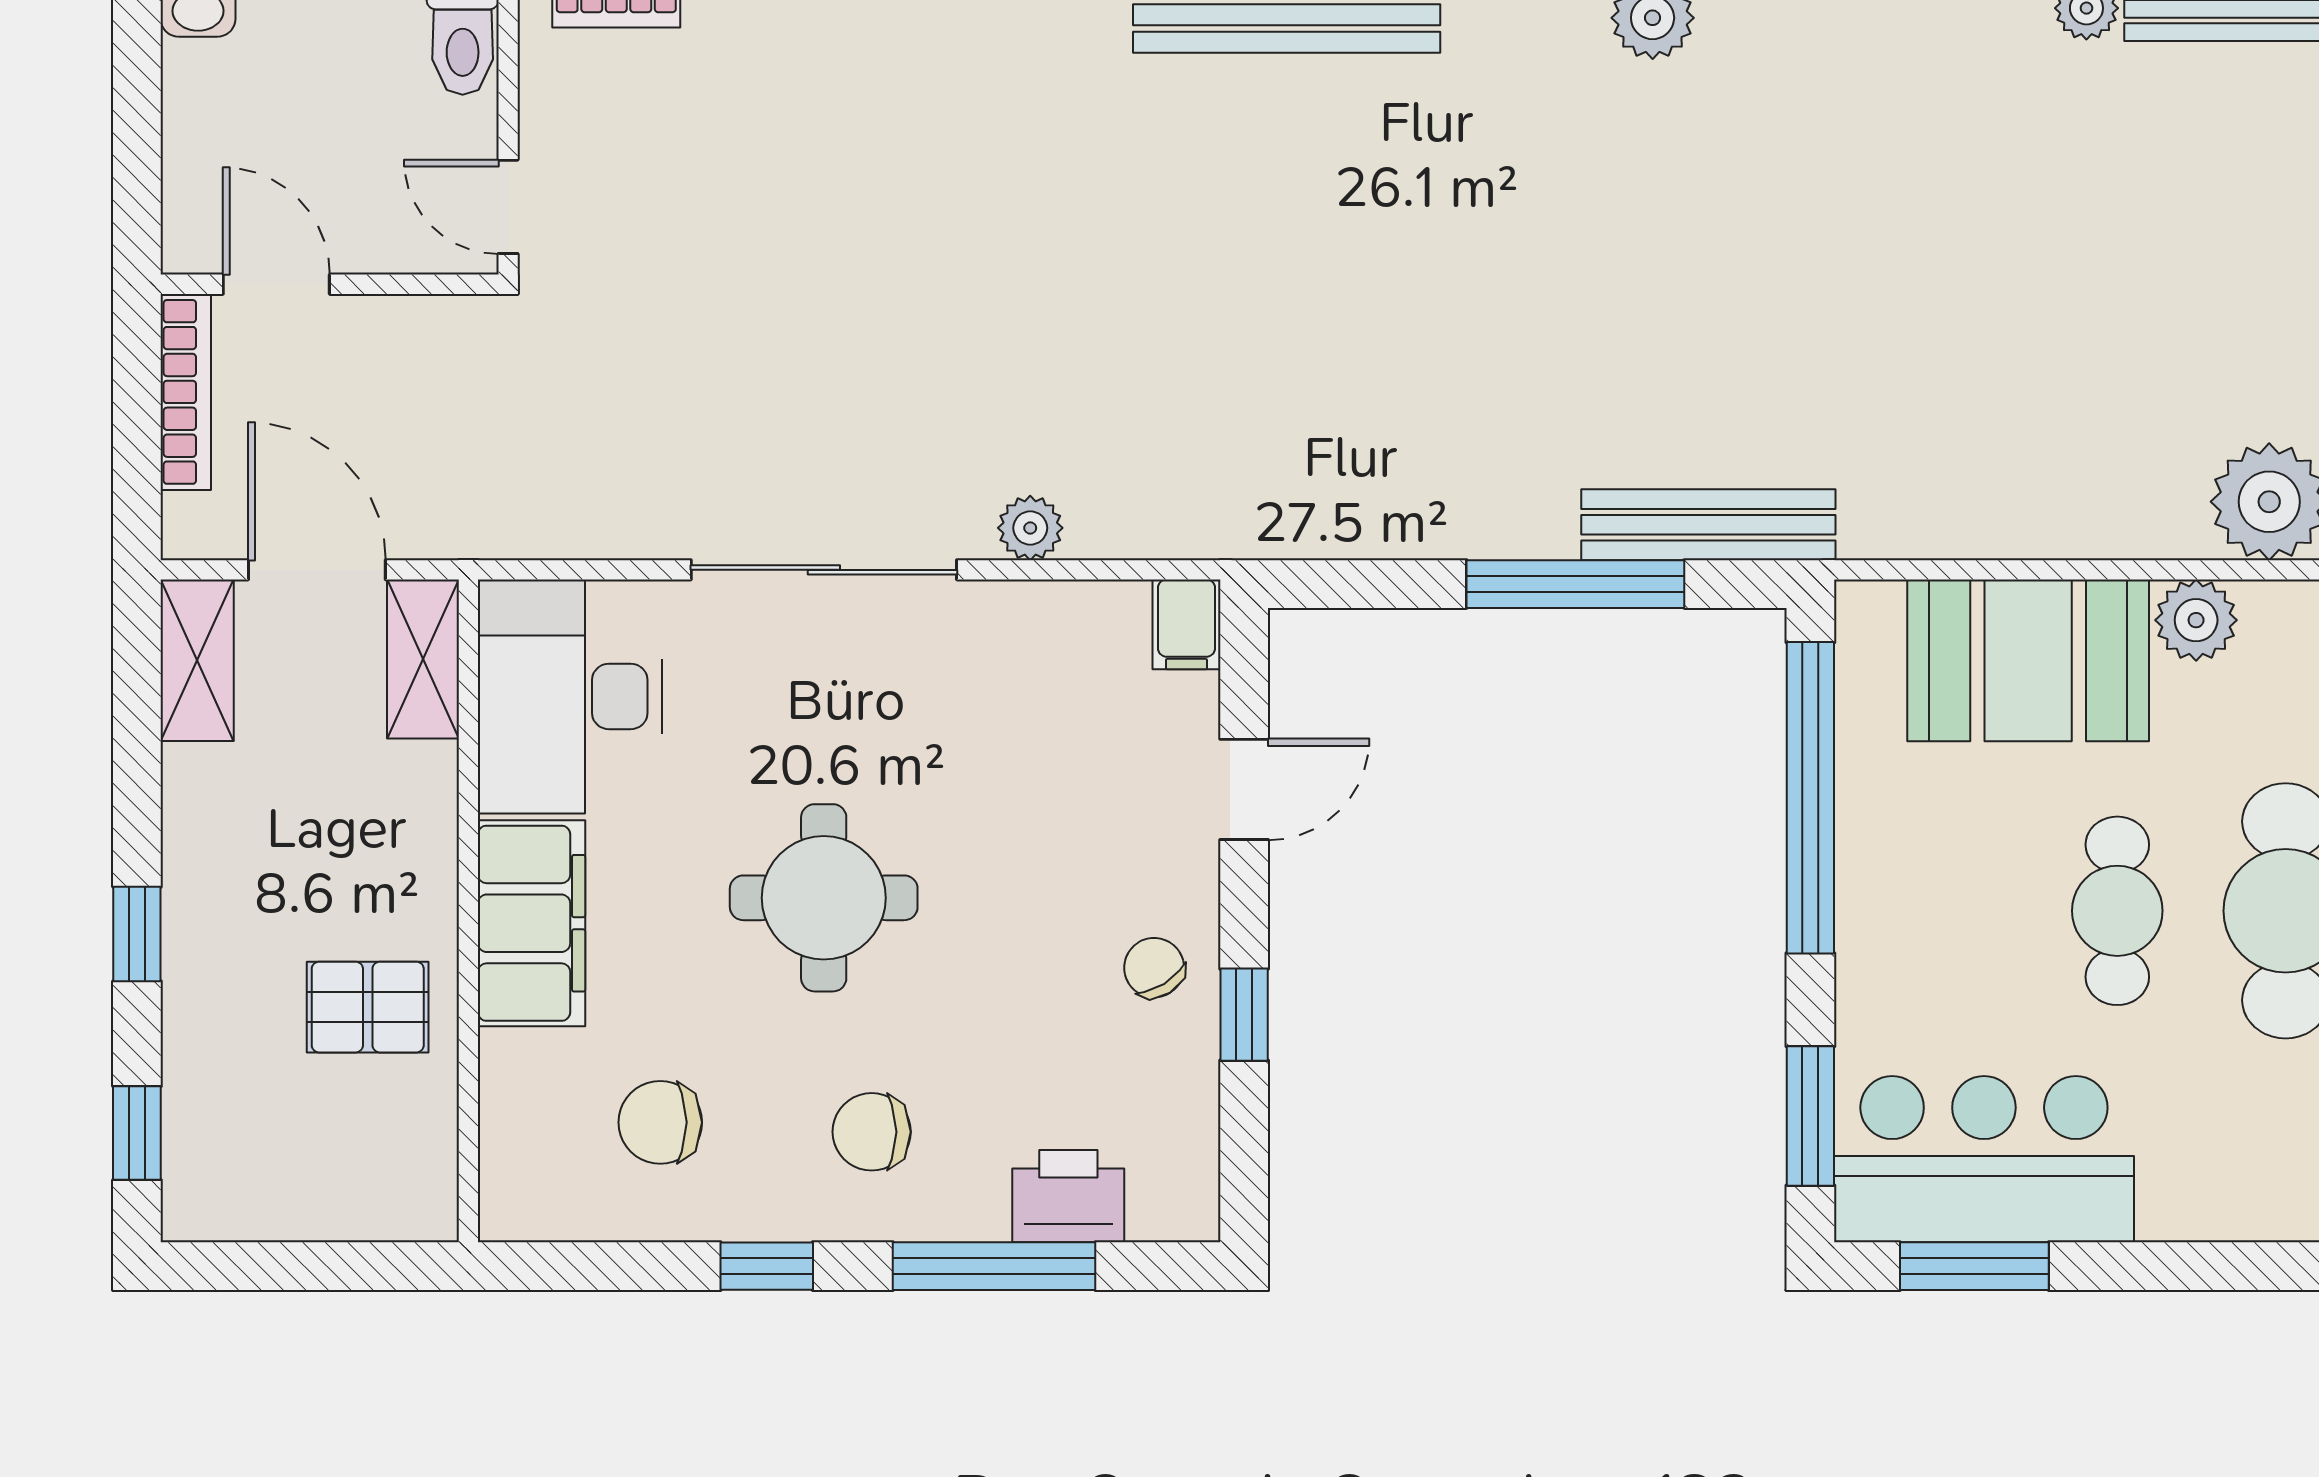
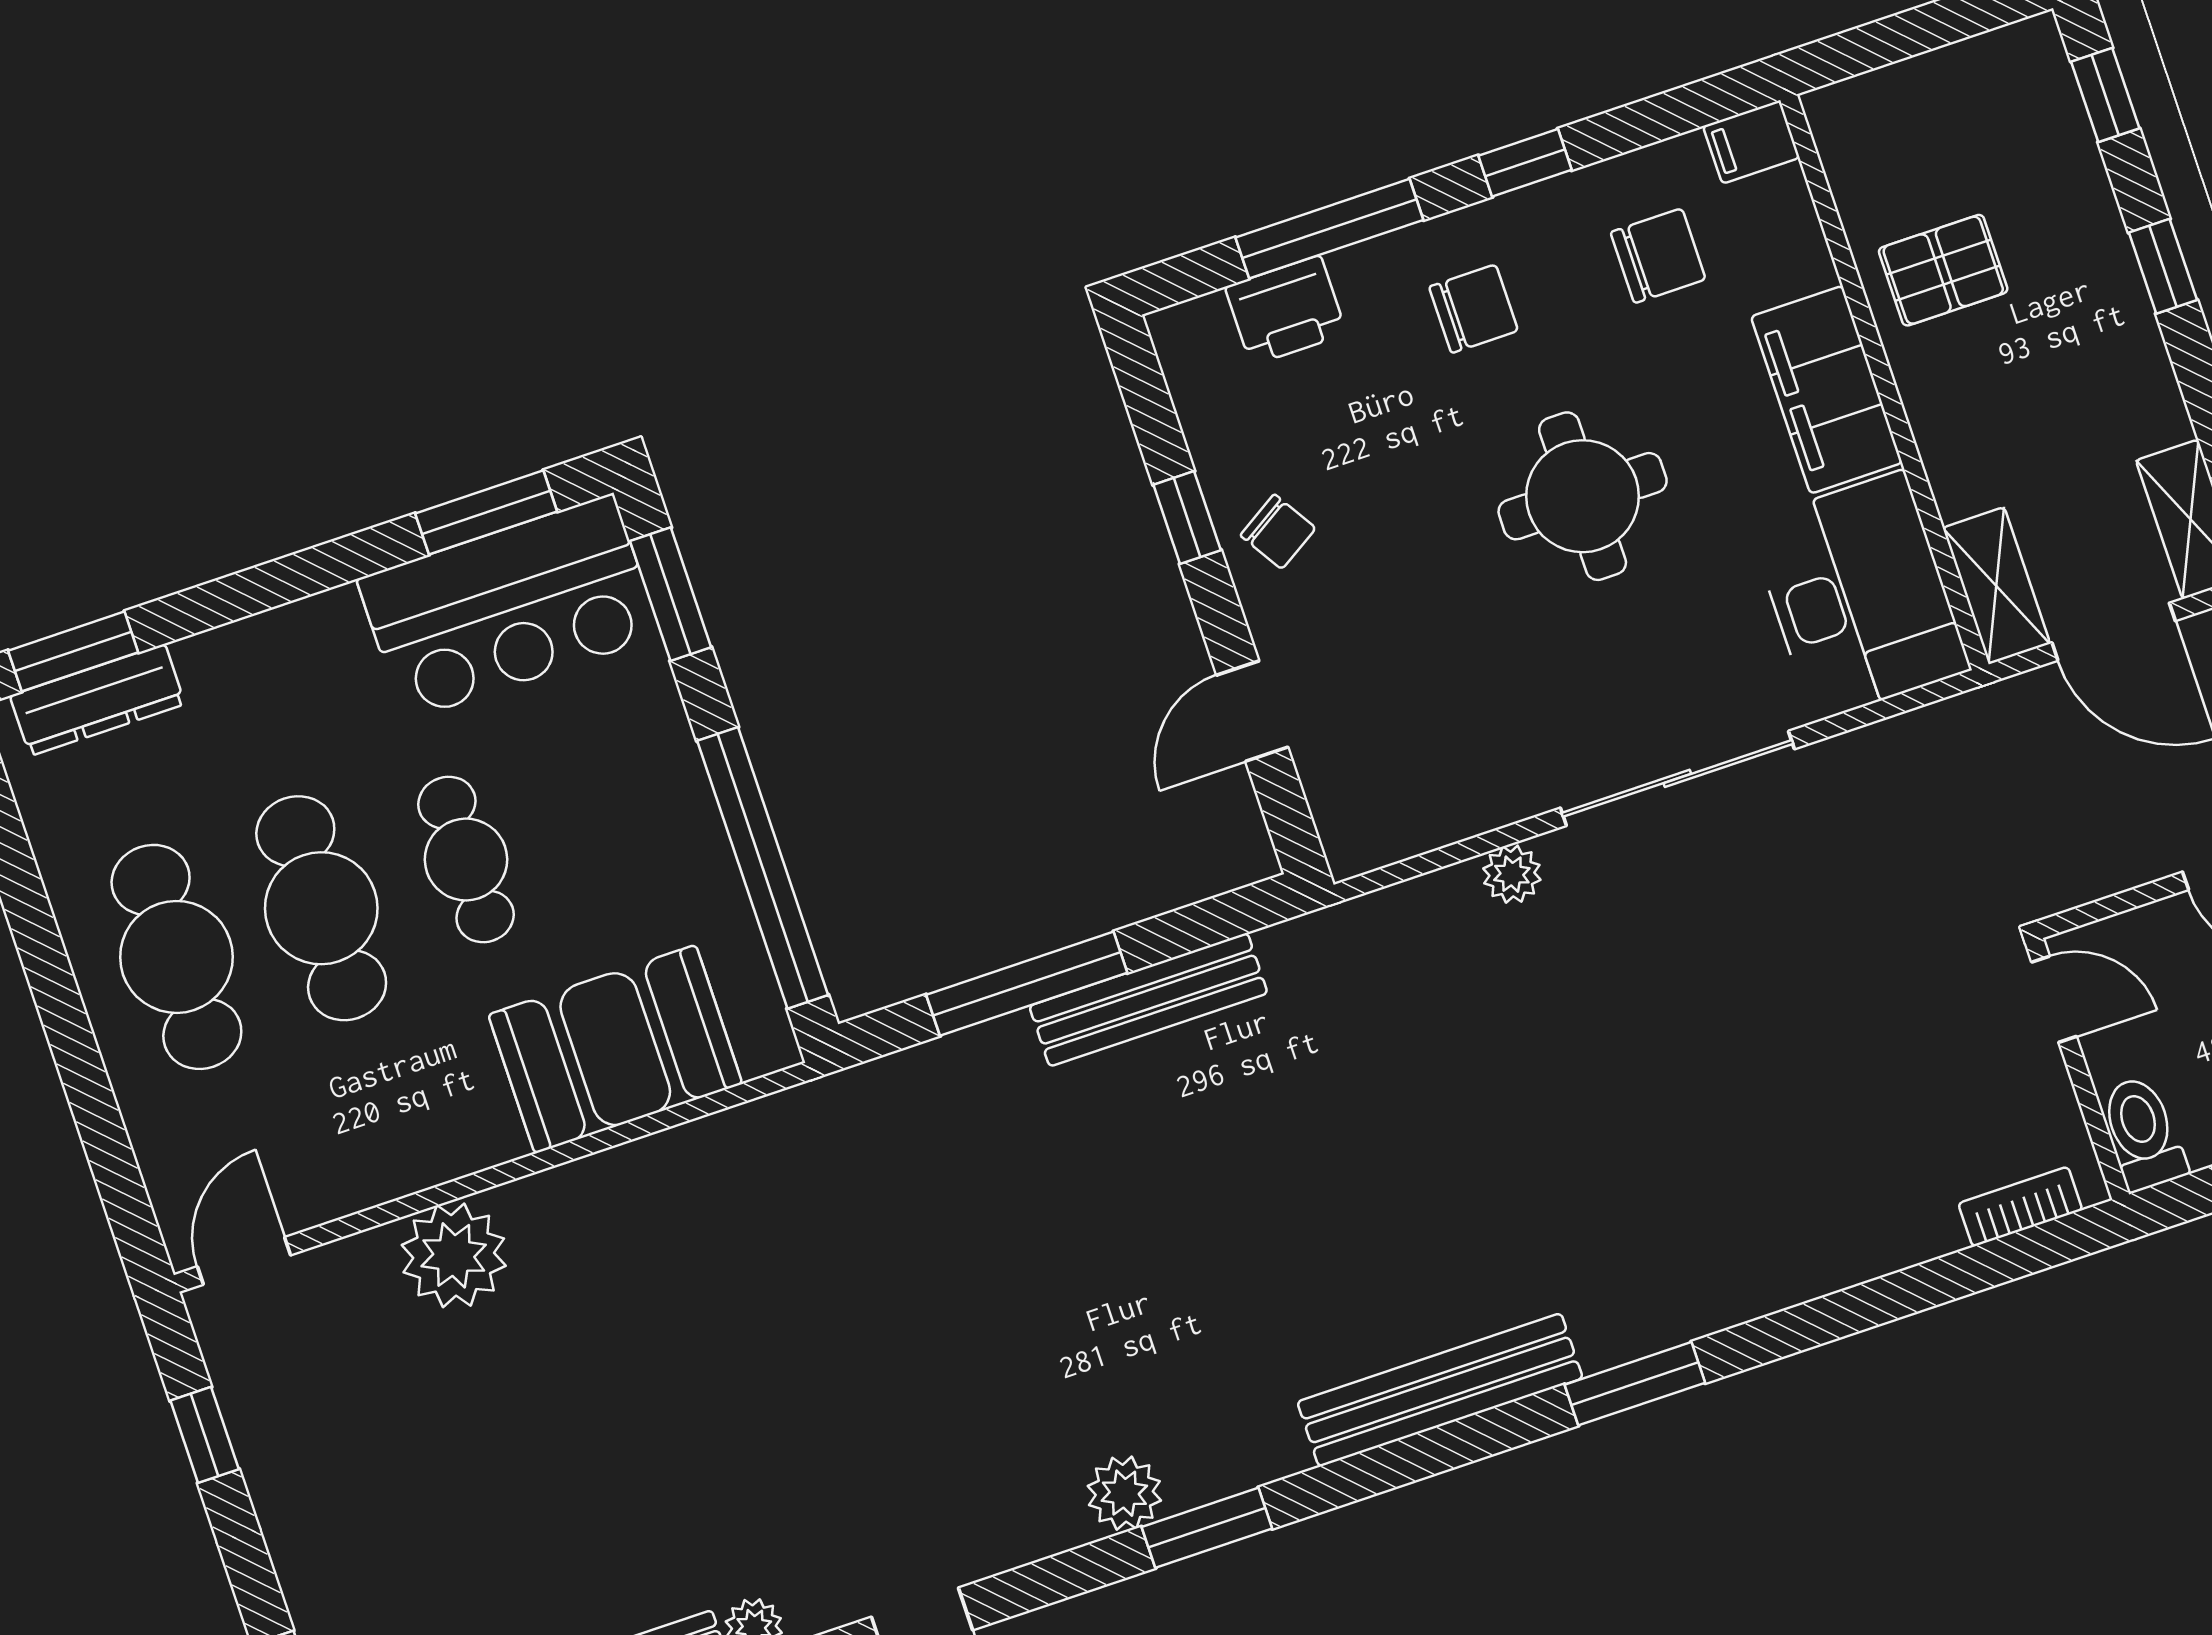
bench: (1708, 525) -> (1148, 1000), moved
plant: (2196, 620) -> (482, 1132), removed
filing cabinet: (1186, 624) -> (1751, 142), moved, turned -90

